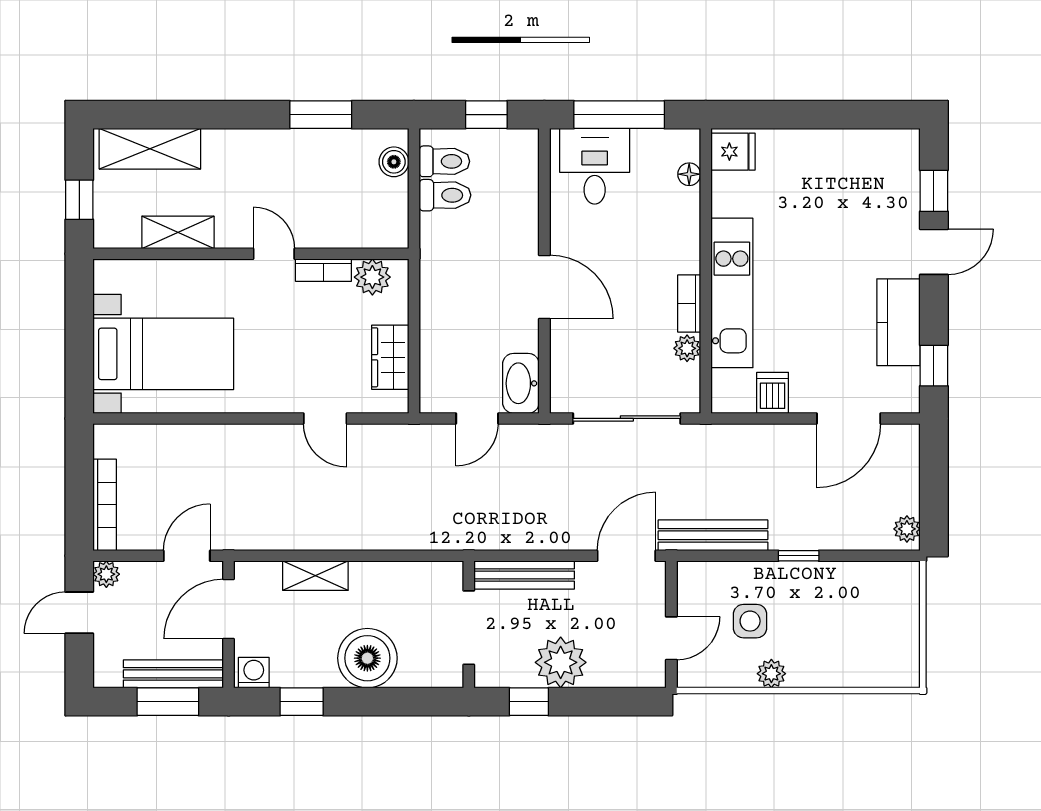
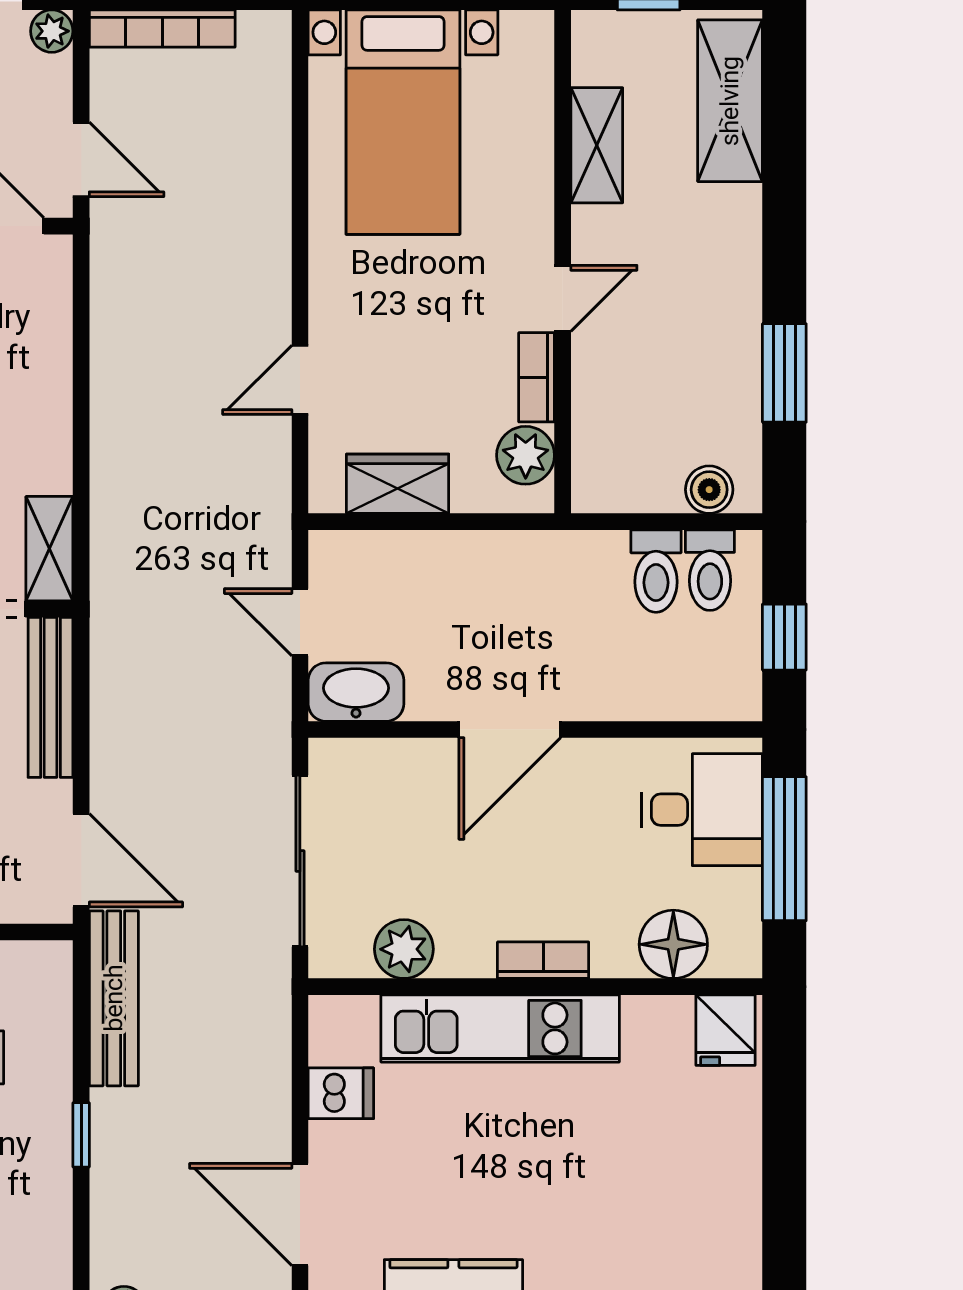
floor lamp: (689, 174) -> (673, 944), width x1.89, depth x1.89
bookcase: (689, 304) -> (543, 960), moved
plant: (687, 348) -> (404, 949), width x1.38, depth x1.38
shelving: (315, 576) -> (49, 549), moved

